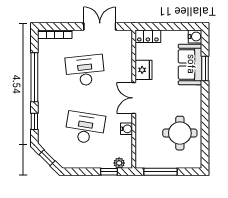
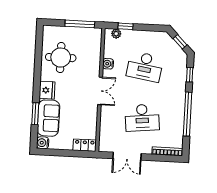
fridge: (143, 70) -> (47, 90), moved, turned 180

